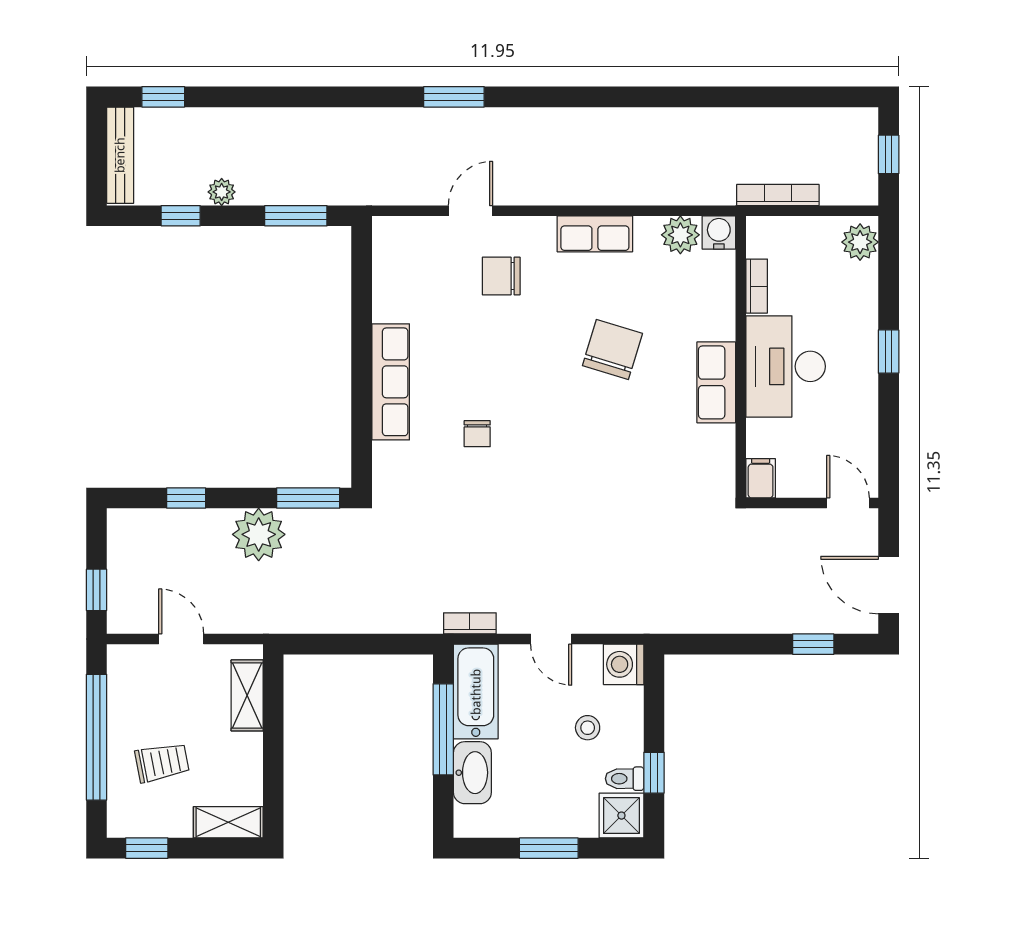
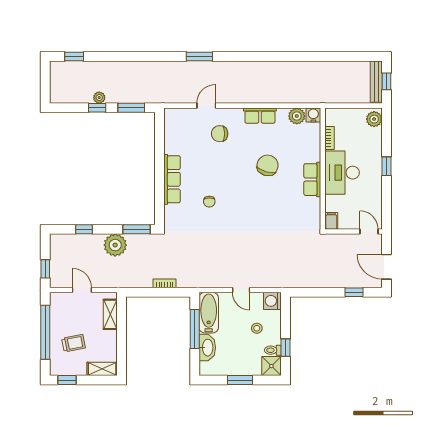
bench: (120, 155) -> (376, 82), moved
bookcase: (778, 195) -> (339, 99), removed
window: (181, 216) -> (97, 108), moved
bookcase: (470, 623) -> (165, 283), moved

